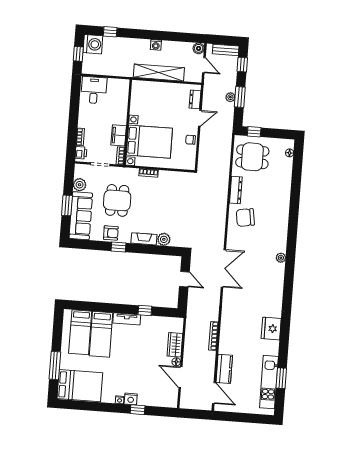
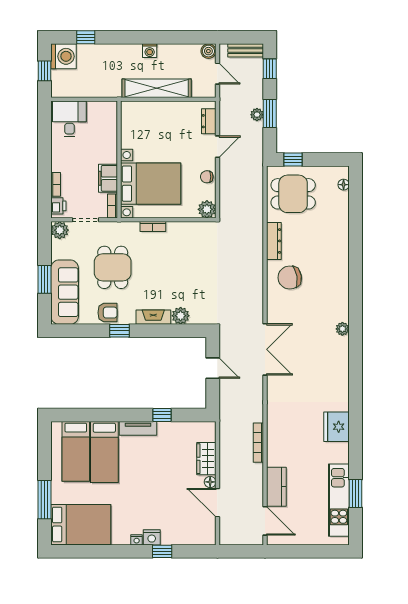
plant: (189, 163) -> (207, 209), added
plant: (80, 185) -> (60, 230), moved

